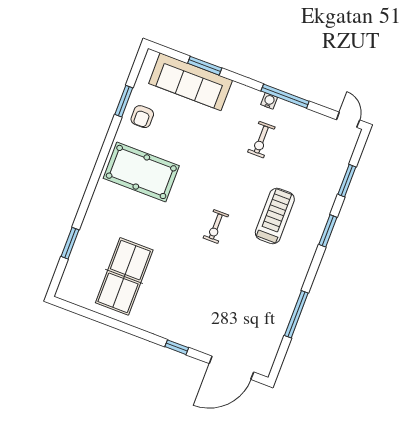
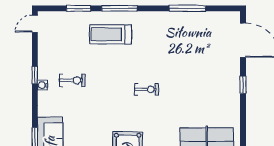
window: (285, 96) -> (35, 75), width x0.46
treadmill: (275, 216) -> (111, 34), moved
window: (328, 231) -> (119, 8), width x1.44

